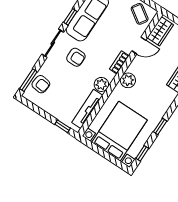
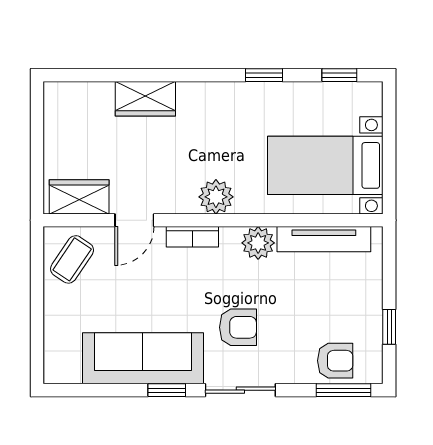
door: (139, 45) -> (134, 220), swing flipped
armchair: (76, 57) -> (238, 327), turned 90
armchair: (41, 84) -> (335, 361), turned 84
window: (63, 126) -> (389, 327), moved
bed with nightstands: (120, 131) -> (325, 165), width x0.73

